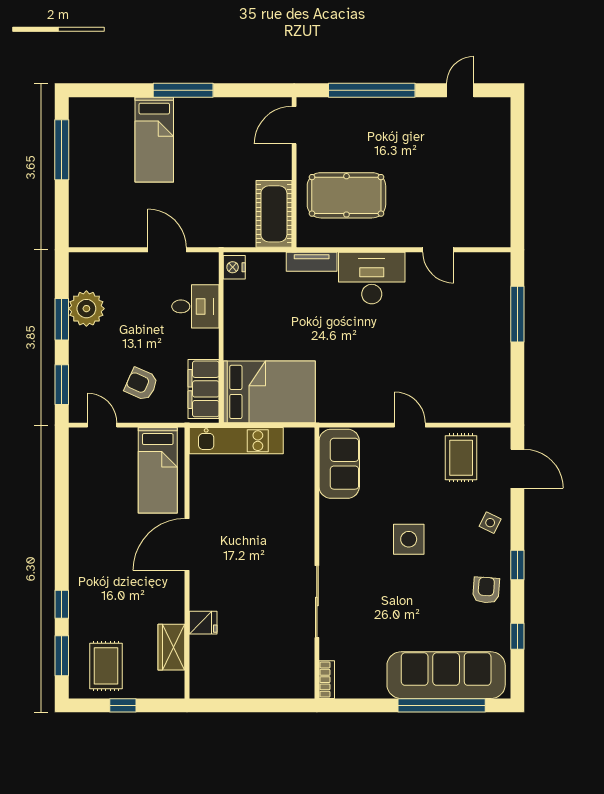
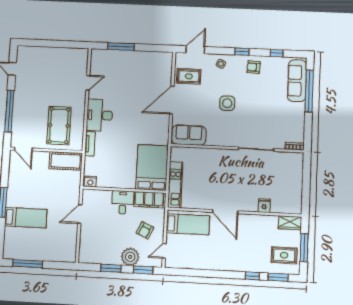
desk: (195, 306) -> (123, 202), moved
plant: (86, 309) -> (130, 257), moved
door: (410, 425) -> (172, 100), width x1.88
wardrobe: (171, 647) -> (290, 223), moved
sofa: (446, 675) -> (297, 81), width x0.74, depth x0.79
window: (123, 705) -> (304, 248), width x2.17

